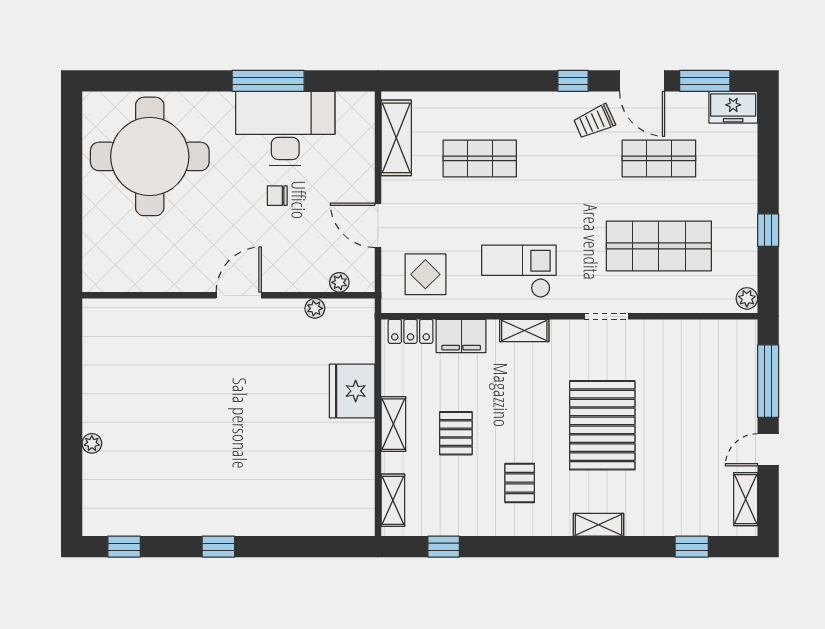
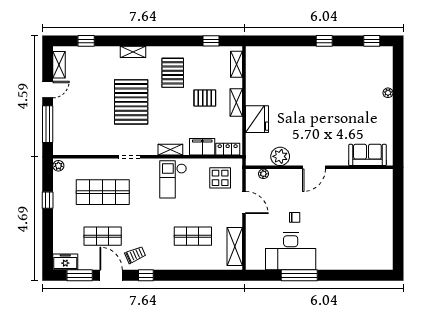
round table: (150, 156) -> (359, 237), removed
checkout: (519, 271) -> (173, 179), turned 90
plant: (315, 308) -> (280, 156), width x1.87, depth x1.87
sofa: (133, 320) -> (367, 155), added
pallet: (456, 433) -> (205, 98), turned 90
pallet: (520, 483) -> (173, 73), width x1.50, depth x1.42

